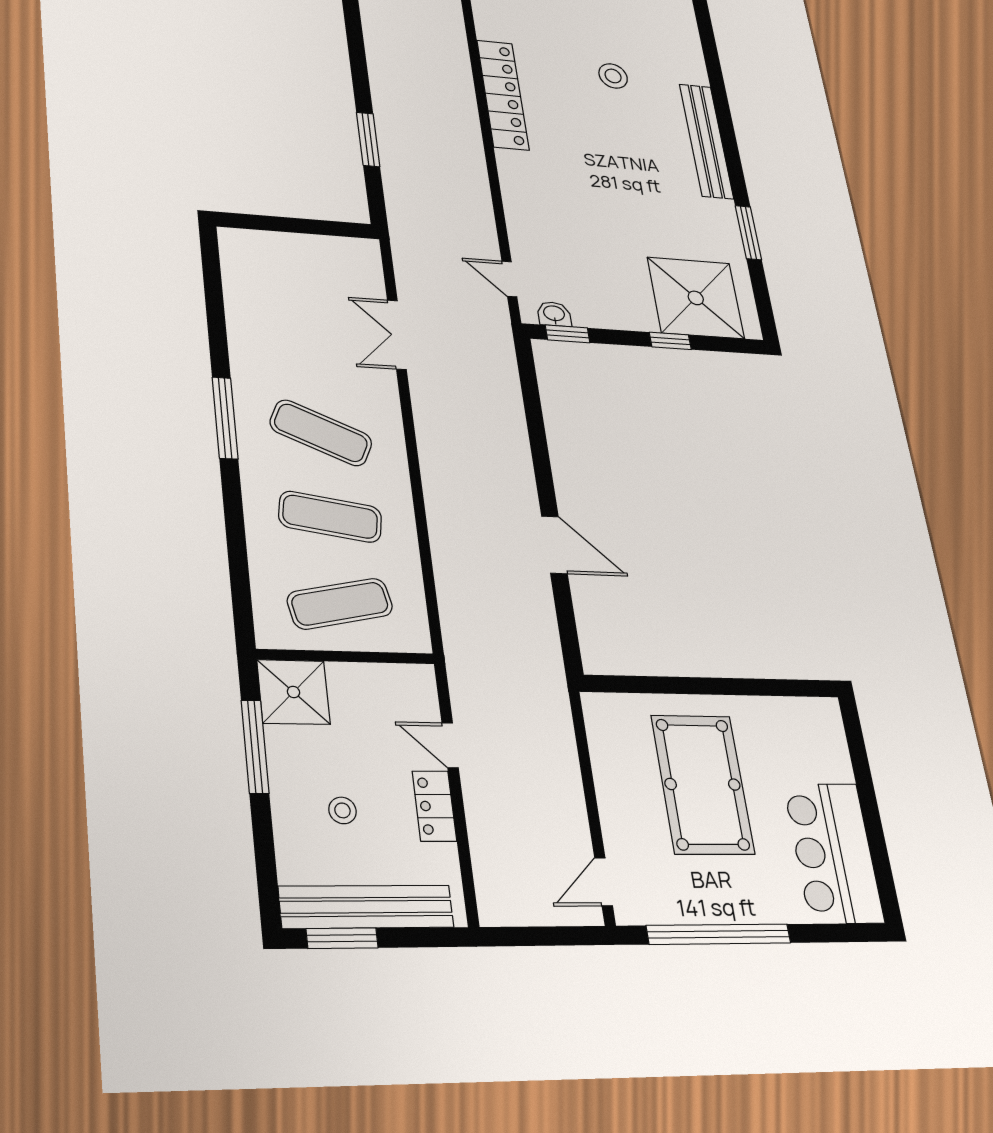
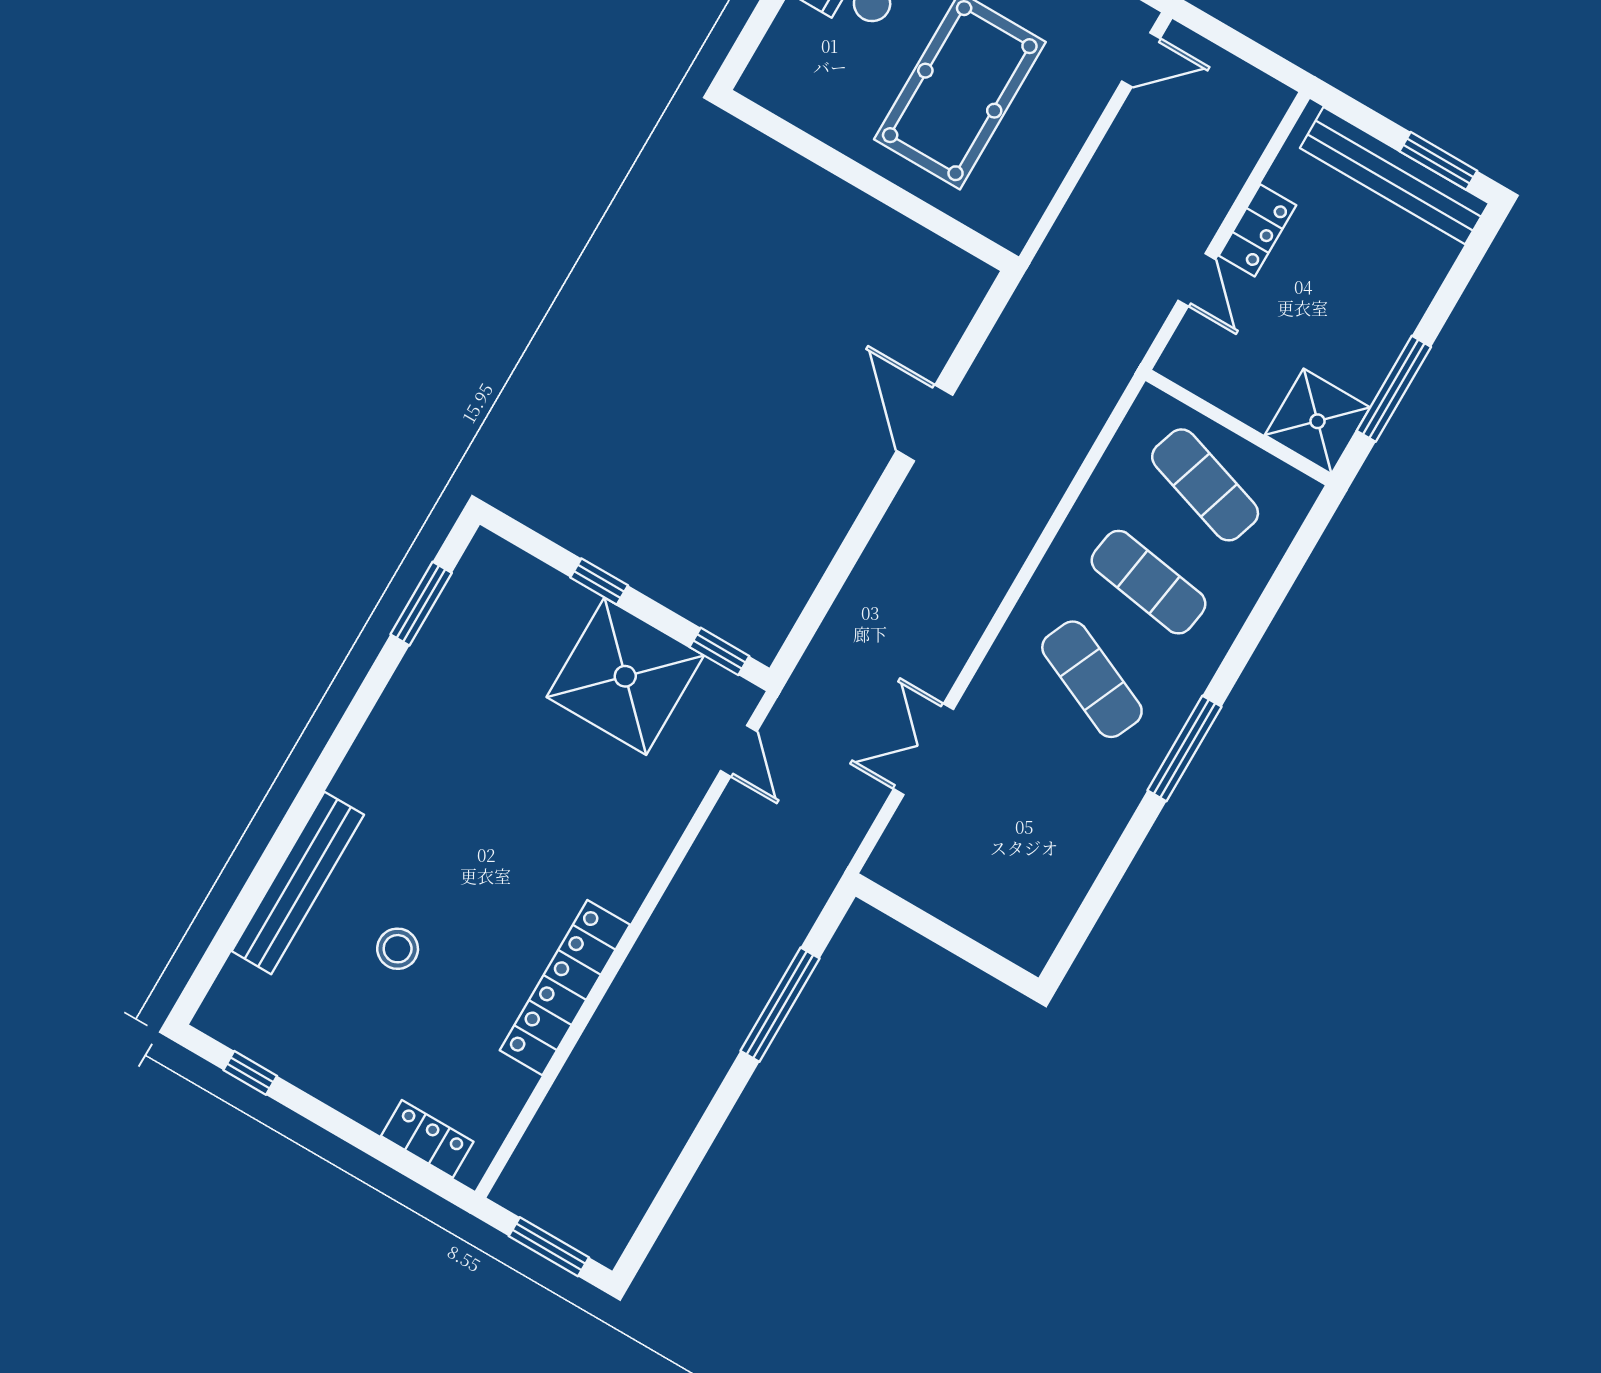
window: (368, 139) -> (780, 1005), width x1.44
bench: (706, 141) -> (298, 883), moved
window: (748, 233) -> (421, 604), moved
shower: (696, 298) -> (625, 676), moved
washbasin: (554, 314) -> (717, 683), removed
double door: (397, 335) -> (924, 749), swing flipped
exercise mat: (340, 604) -> (1205, 485), turned 30
stool: (342, 810) -> (1352, 279), removed

